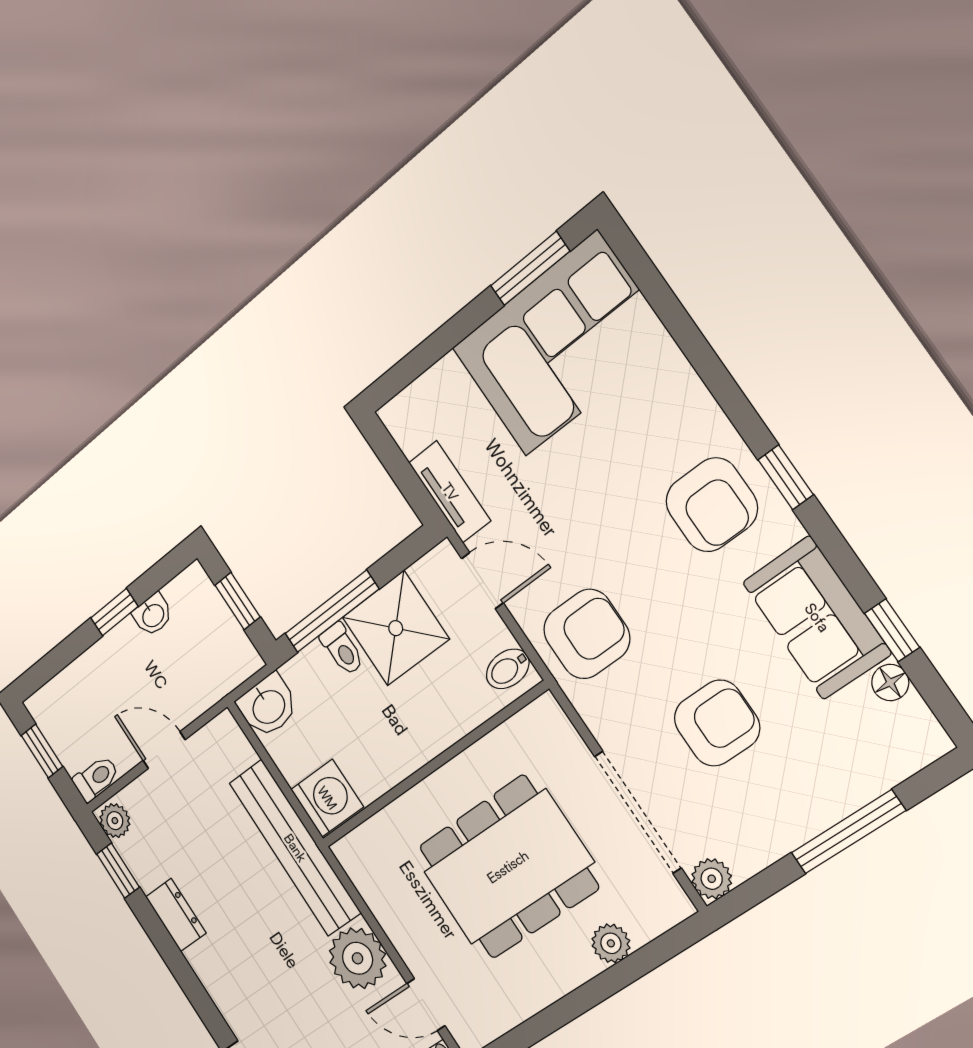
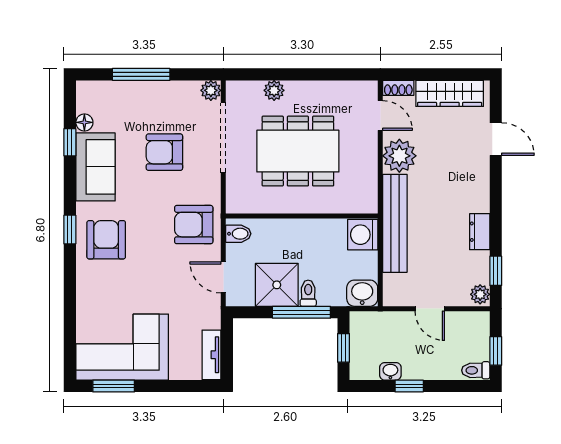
tv unit: (450, 492) -> (212, 355), moved
toilet: (96, 778) -> (476, 370), moved

